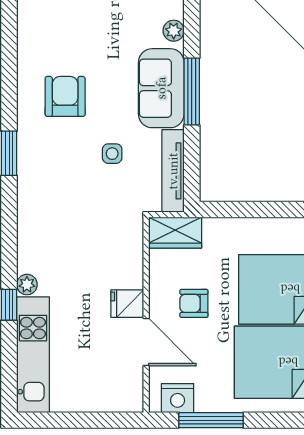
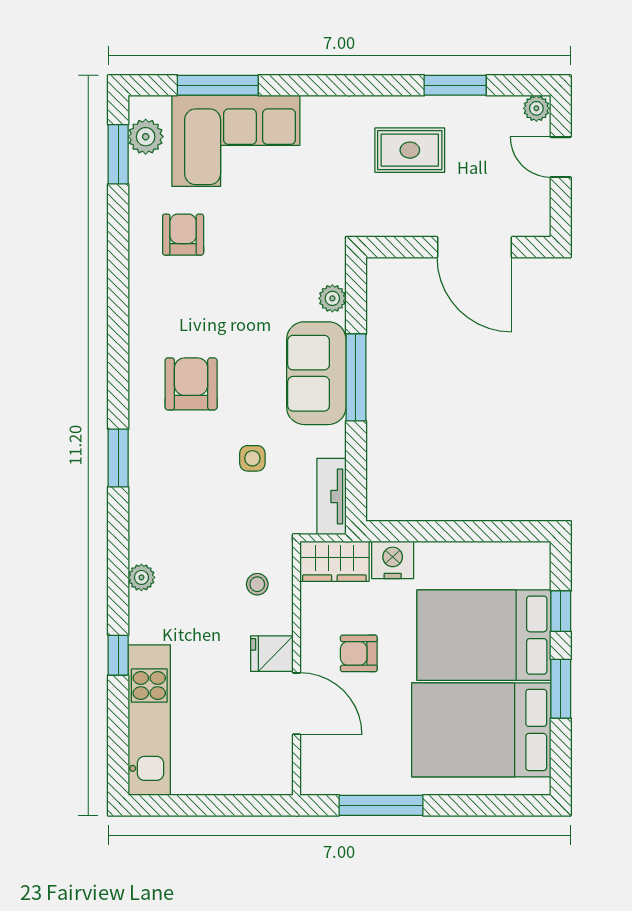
tv unit: (173, 171) -> (331, 496), width x0.71
stool: (116, 250) -> (257, 584), added
plant: (27, 285) -> (141, 577), moved
nightstand: (178, 398) -> (393, 560), moved, turned 180

